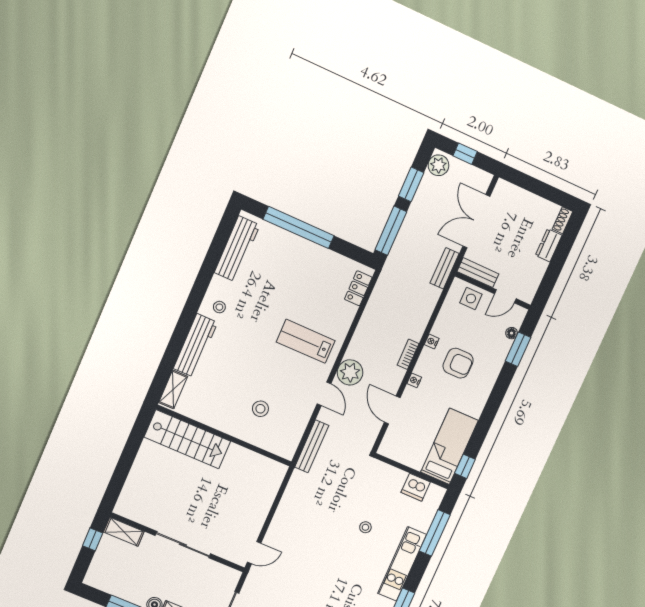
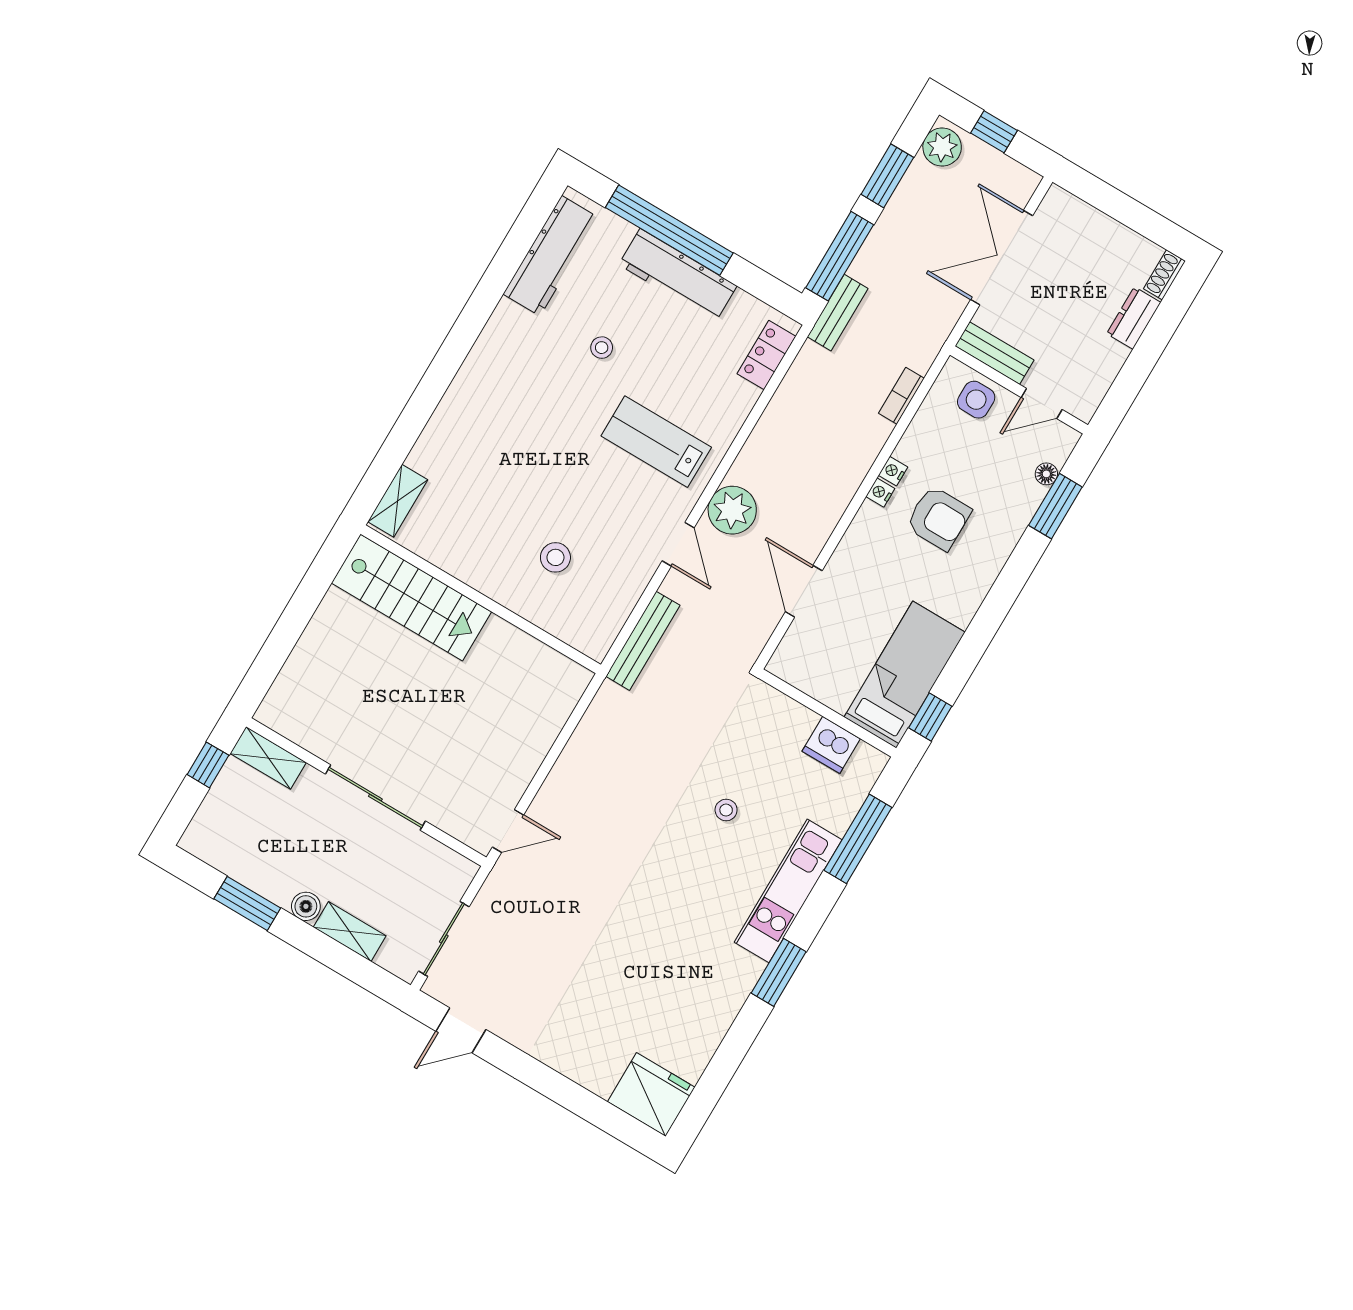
bench: (445, 268) -> (838, 313), moved
stool: (219, 307) -> (602, 348), moved
workbench: (195, 346) -> (678, 275), moved, turned 90
bookcase: (408, 354) -> (901, 396), moved
nightstand: (414, 380) -> (880, 493), moved

